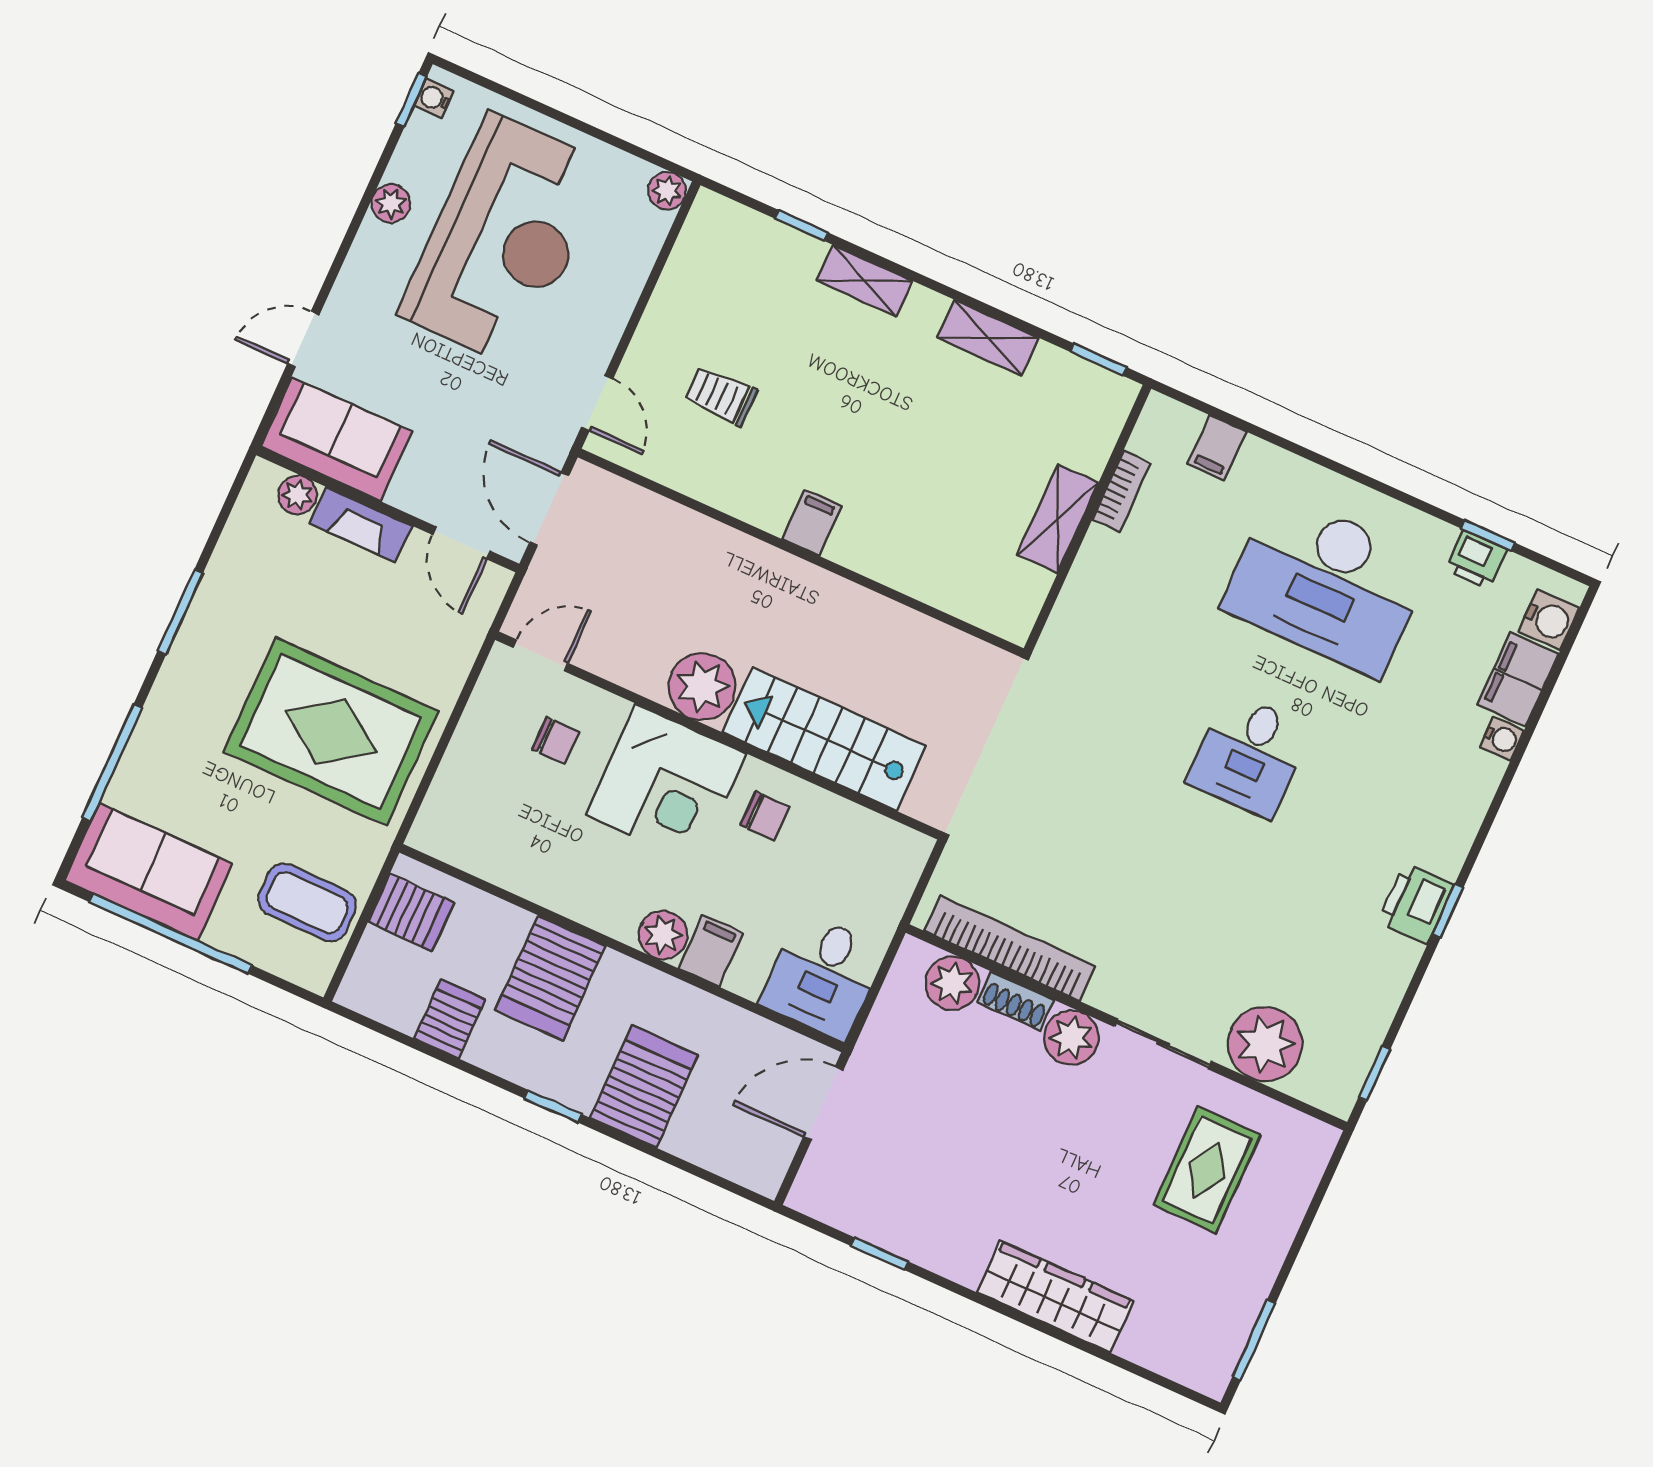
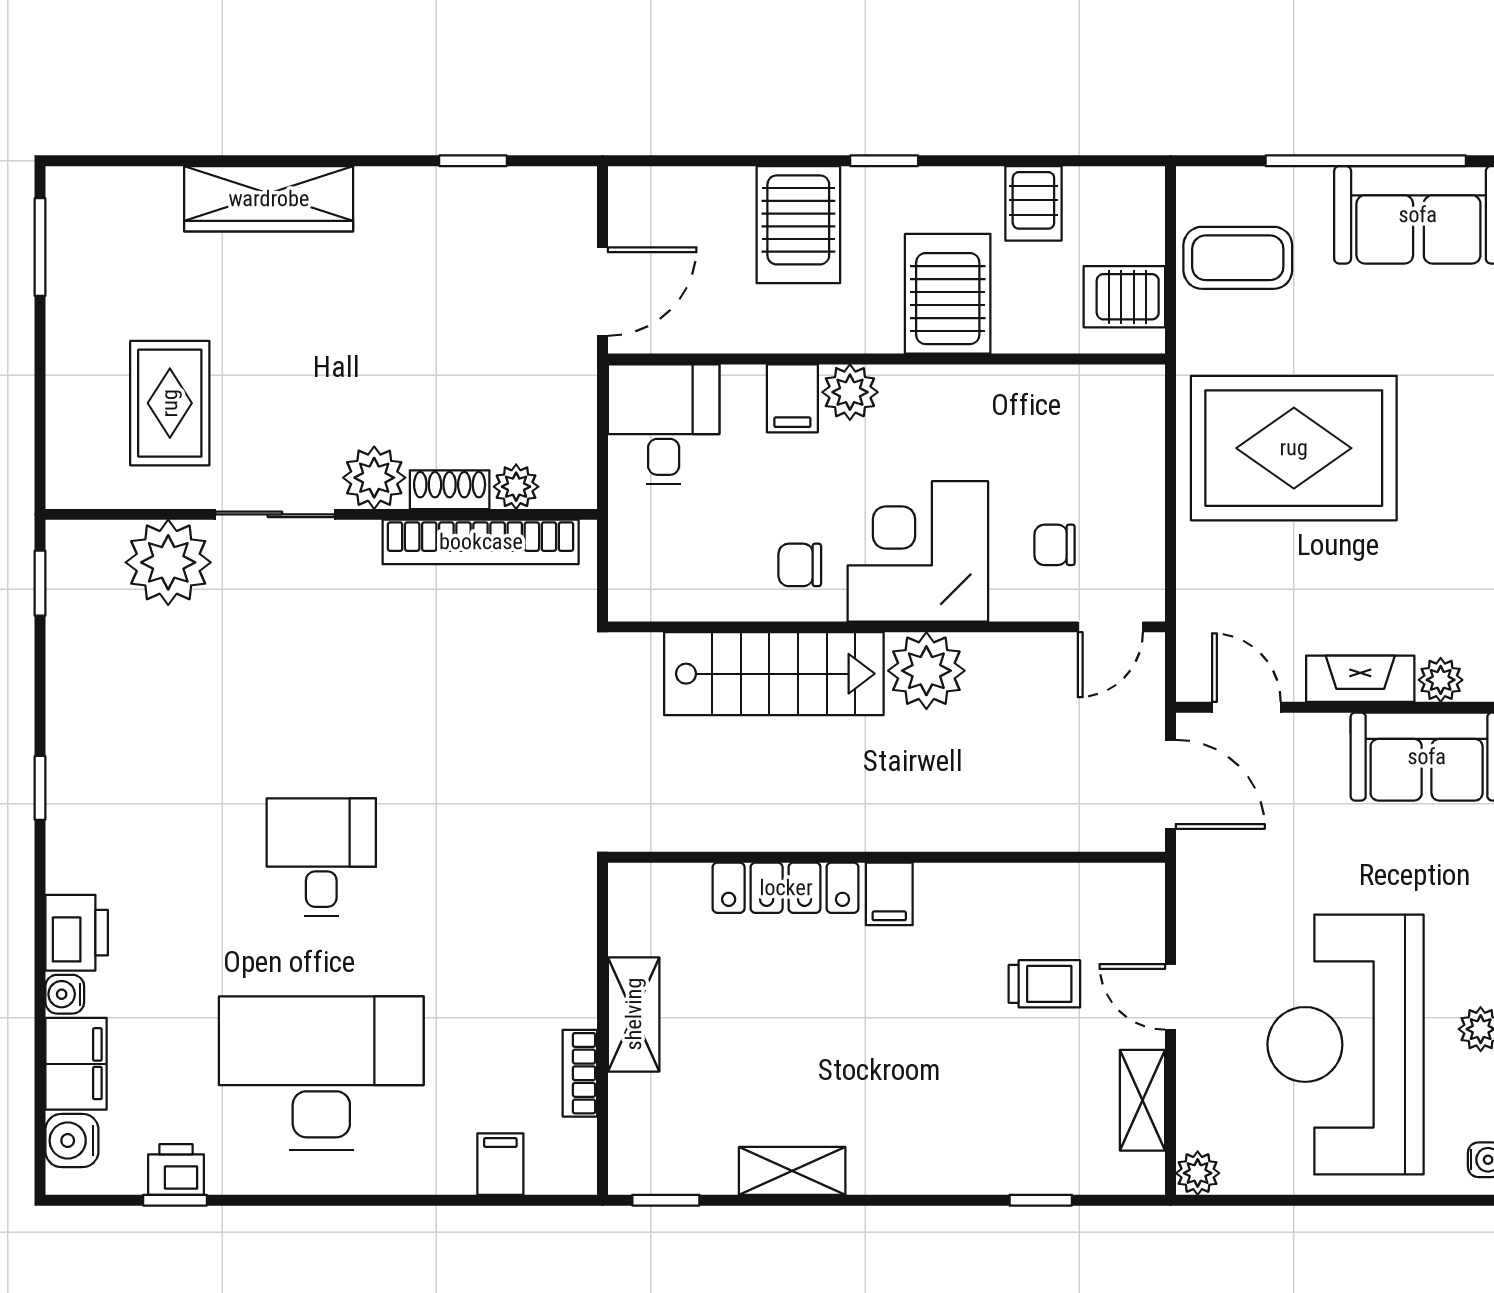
shelving: (864, 281) -> (1142, 1100), moved, turned 90
door: (597, 403) -> (1170, 997), moved
locker: (892, 565) -> (786, 888), added
printer: (1416, 904) -> (77, 933), moved
plant: (952, 983) -> (516, 487), width x0.73, depth x0.73

